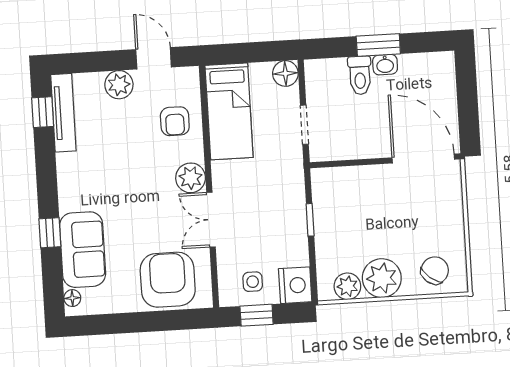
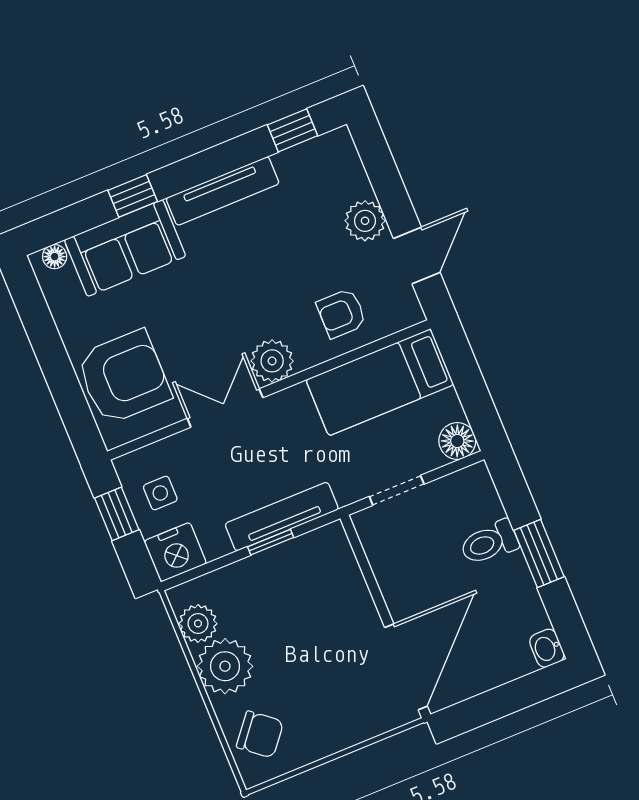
washbasin: (385, 65) -> (547, 648), moved
tv unit: (63, 113) -> (223, 191), moved
tv unit: (296, 207) -> (282, 516), added

